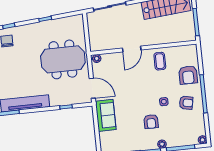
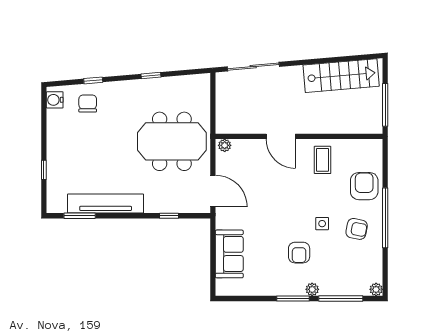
door: (132, 49) -> (281, 136), hinge flipped
armchair: (188, 75) -> (364, 186), turned 180
sofa: (106, 115) -> (229, 254), moved

